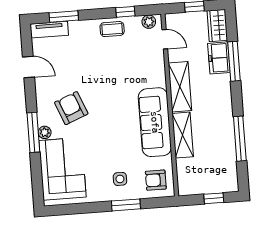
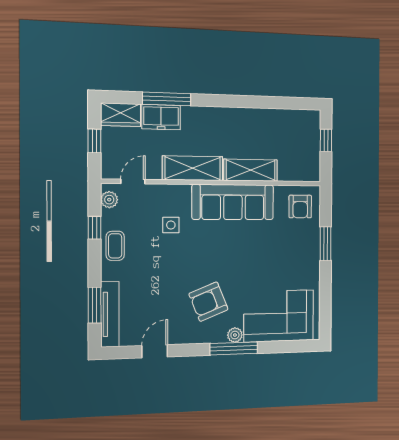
tv unit: (49, 30) -> (110, 314), width x1.41
window: (240, 139) -> (260, 102), removed
side table: (120, 179) -> (171, 225), moved

